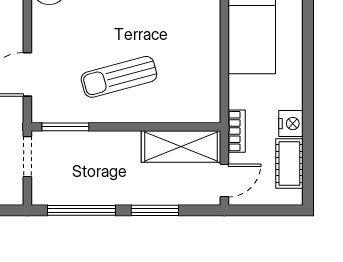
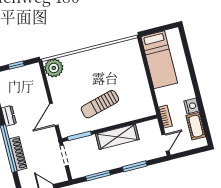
shelving: (181, 146) -> (117, 137), moved
window: (82, 210) -> (98, 176), width x0.69

